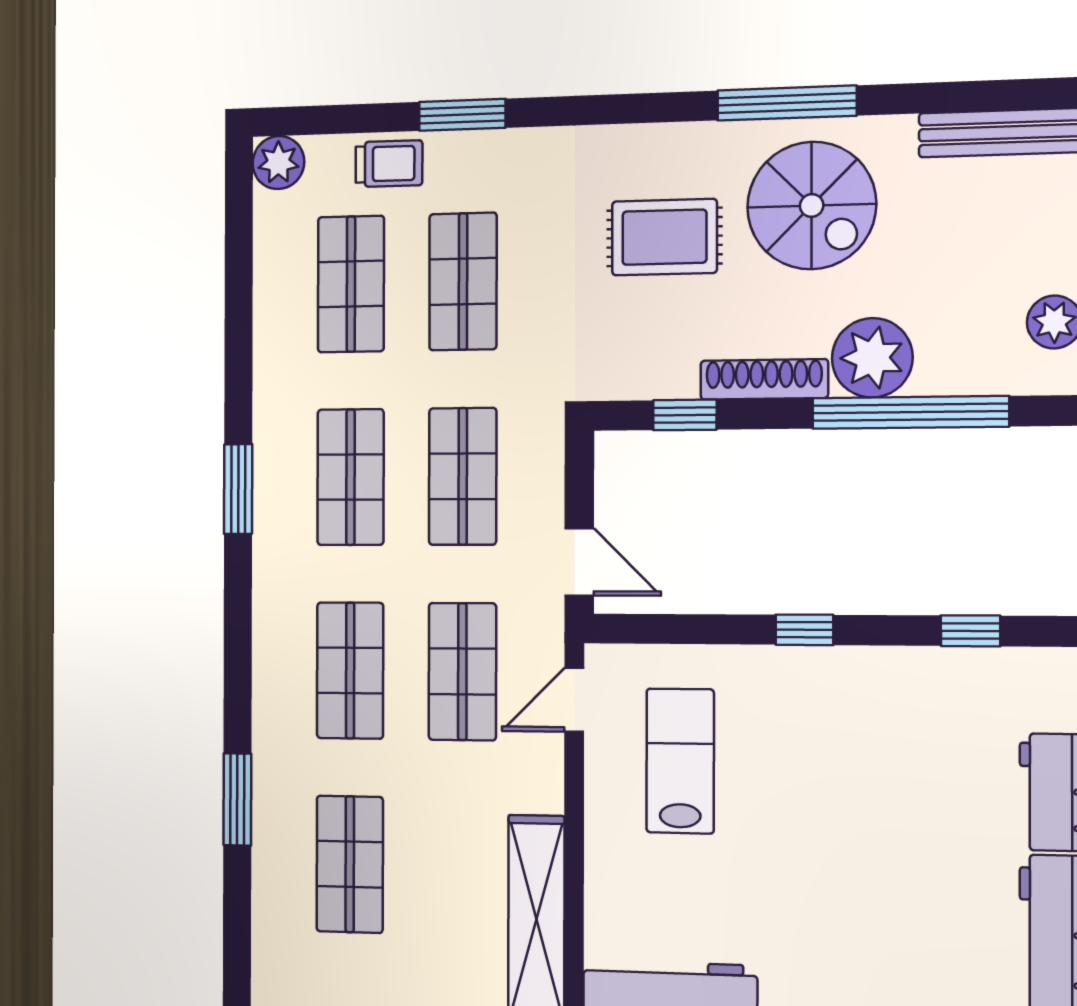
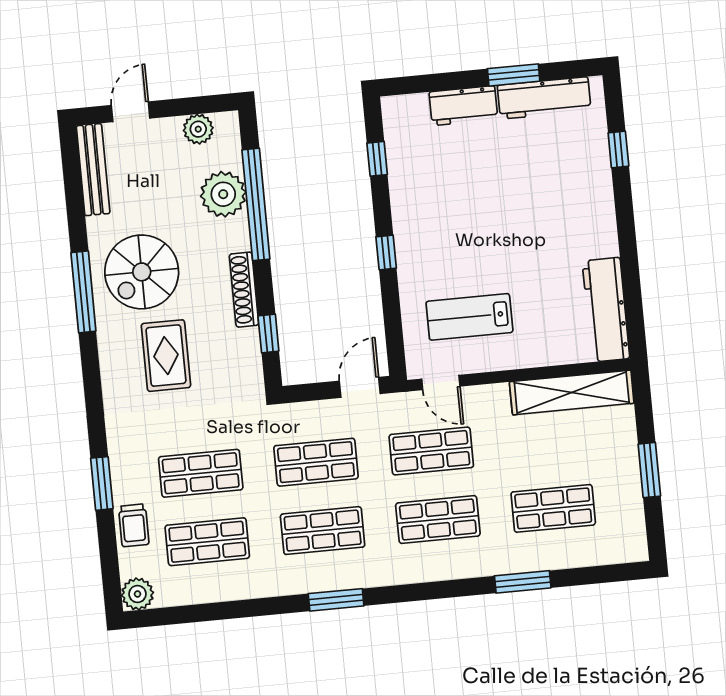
trolley: (389, 164) -> (134, 525), turned 180
spiral stairs: (812, 205) -> (142, 272), turned 180
plant: (872, 358) -> (223, 194), moved

